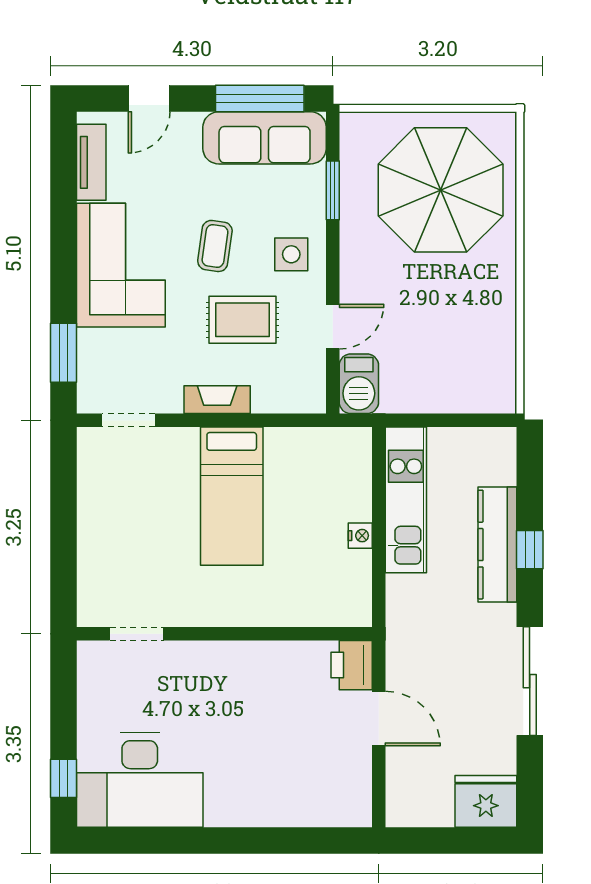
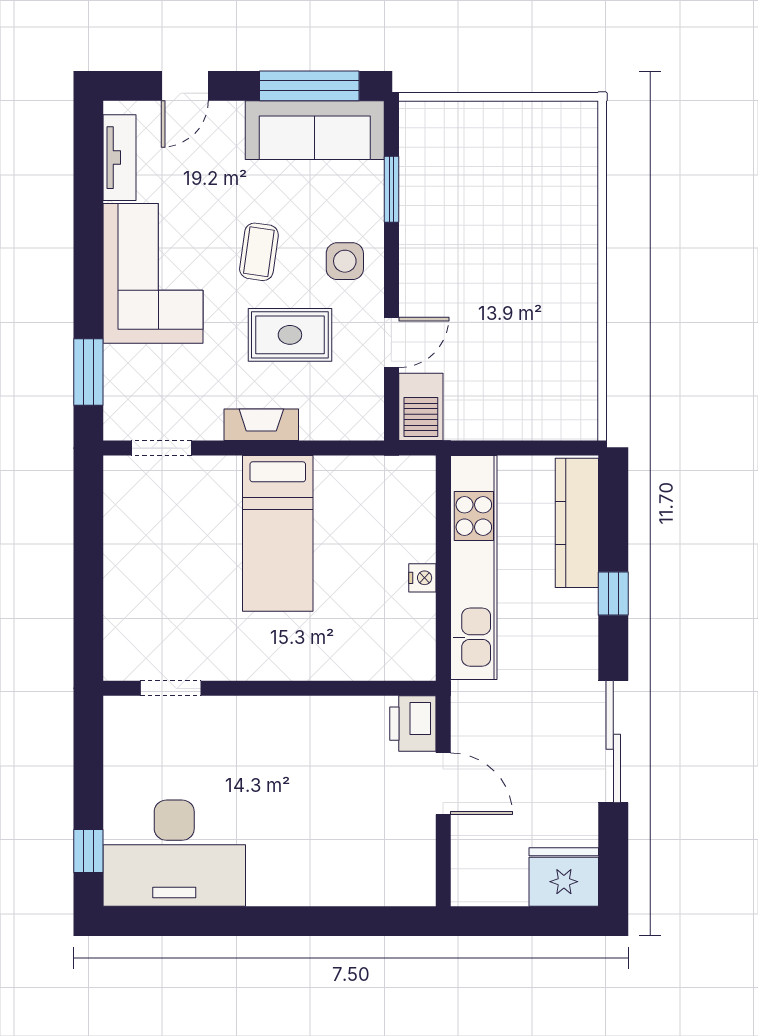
parasol: (441, 190) -> (513, 189), removed
kitchen unit: (406, 500) -> (474, 568), width x1.36
kitchen counter: (497, 545) -> (577, 523), moved

